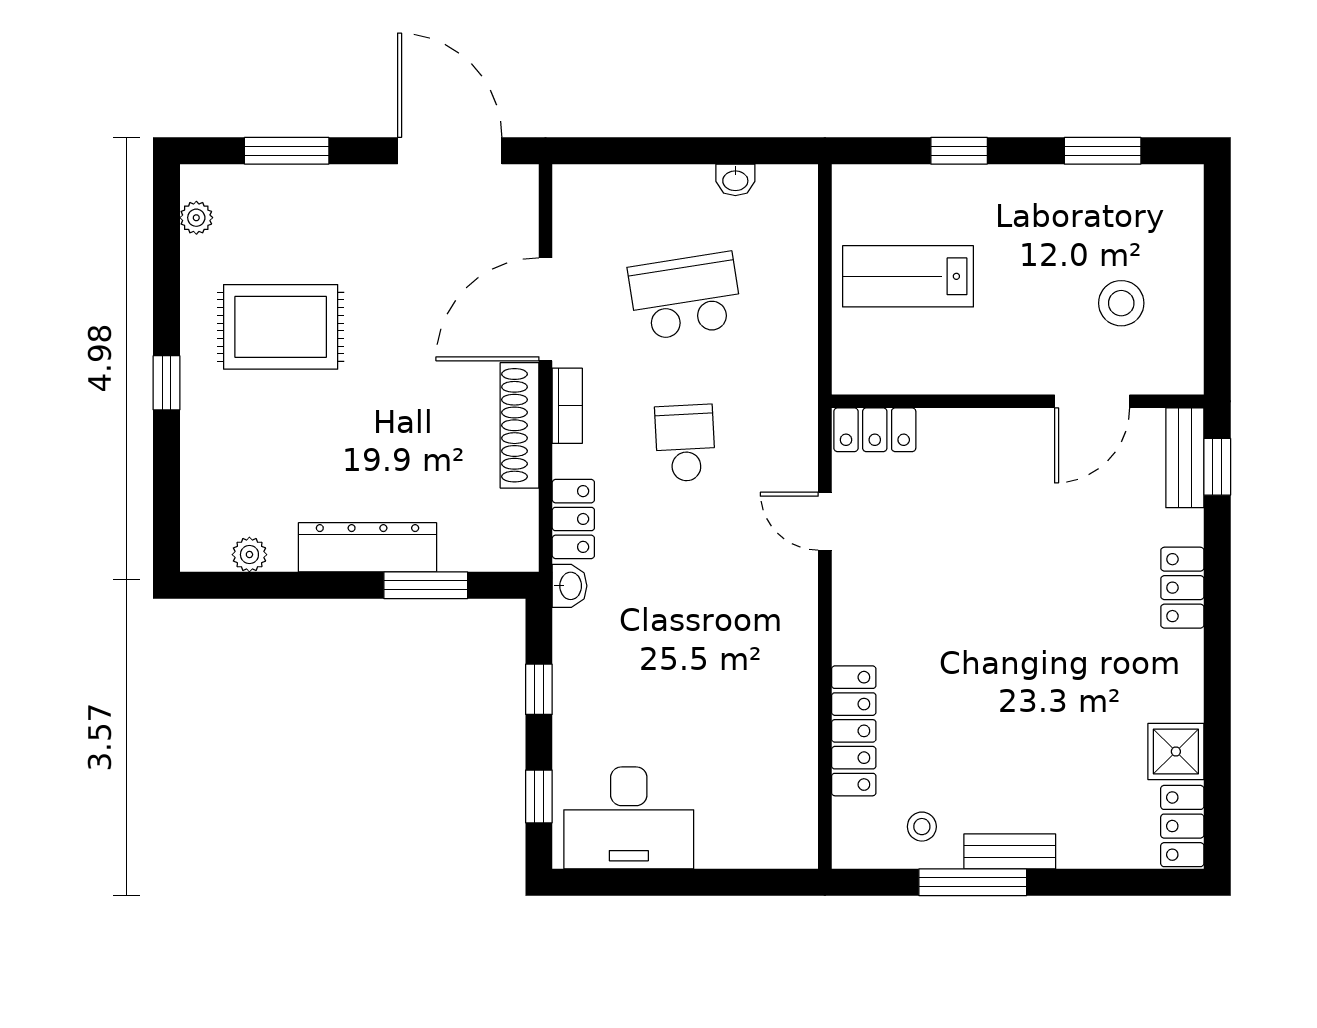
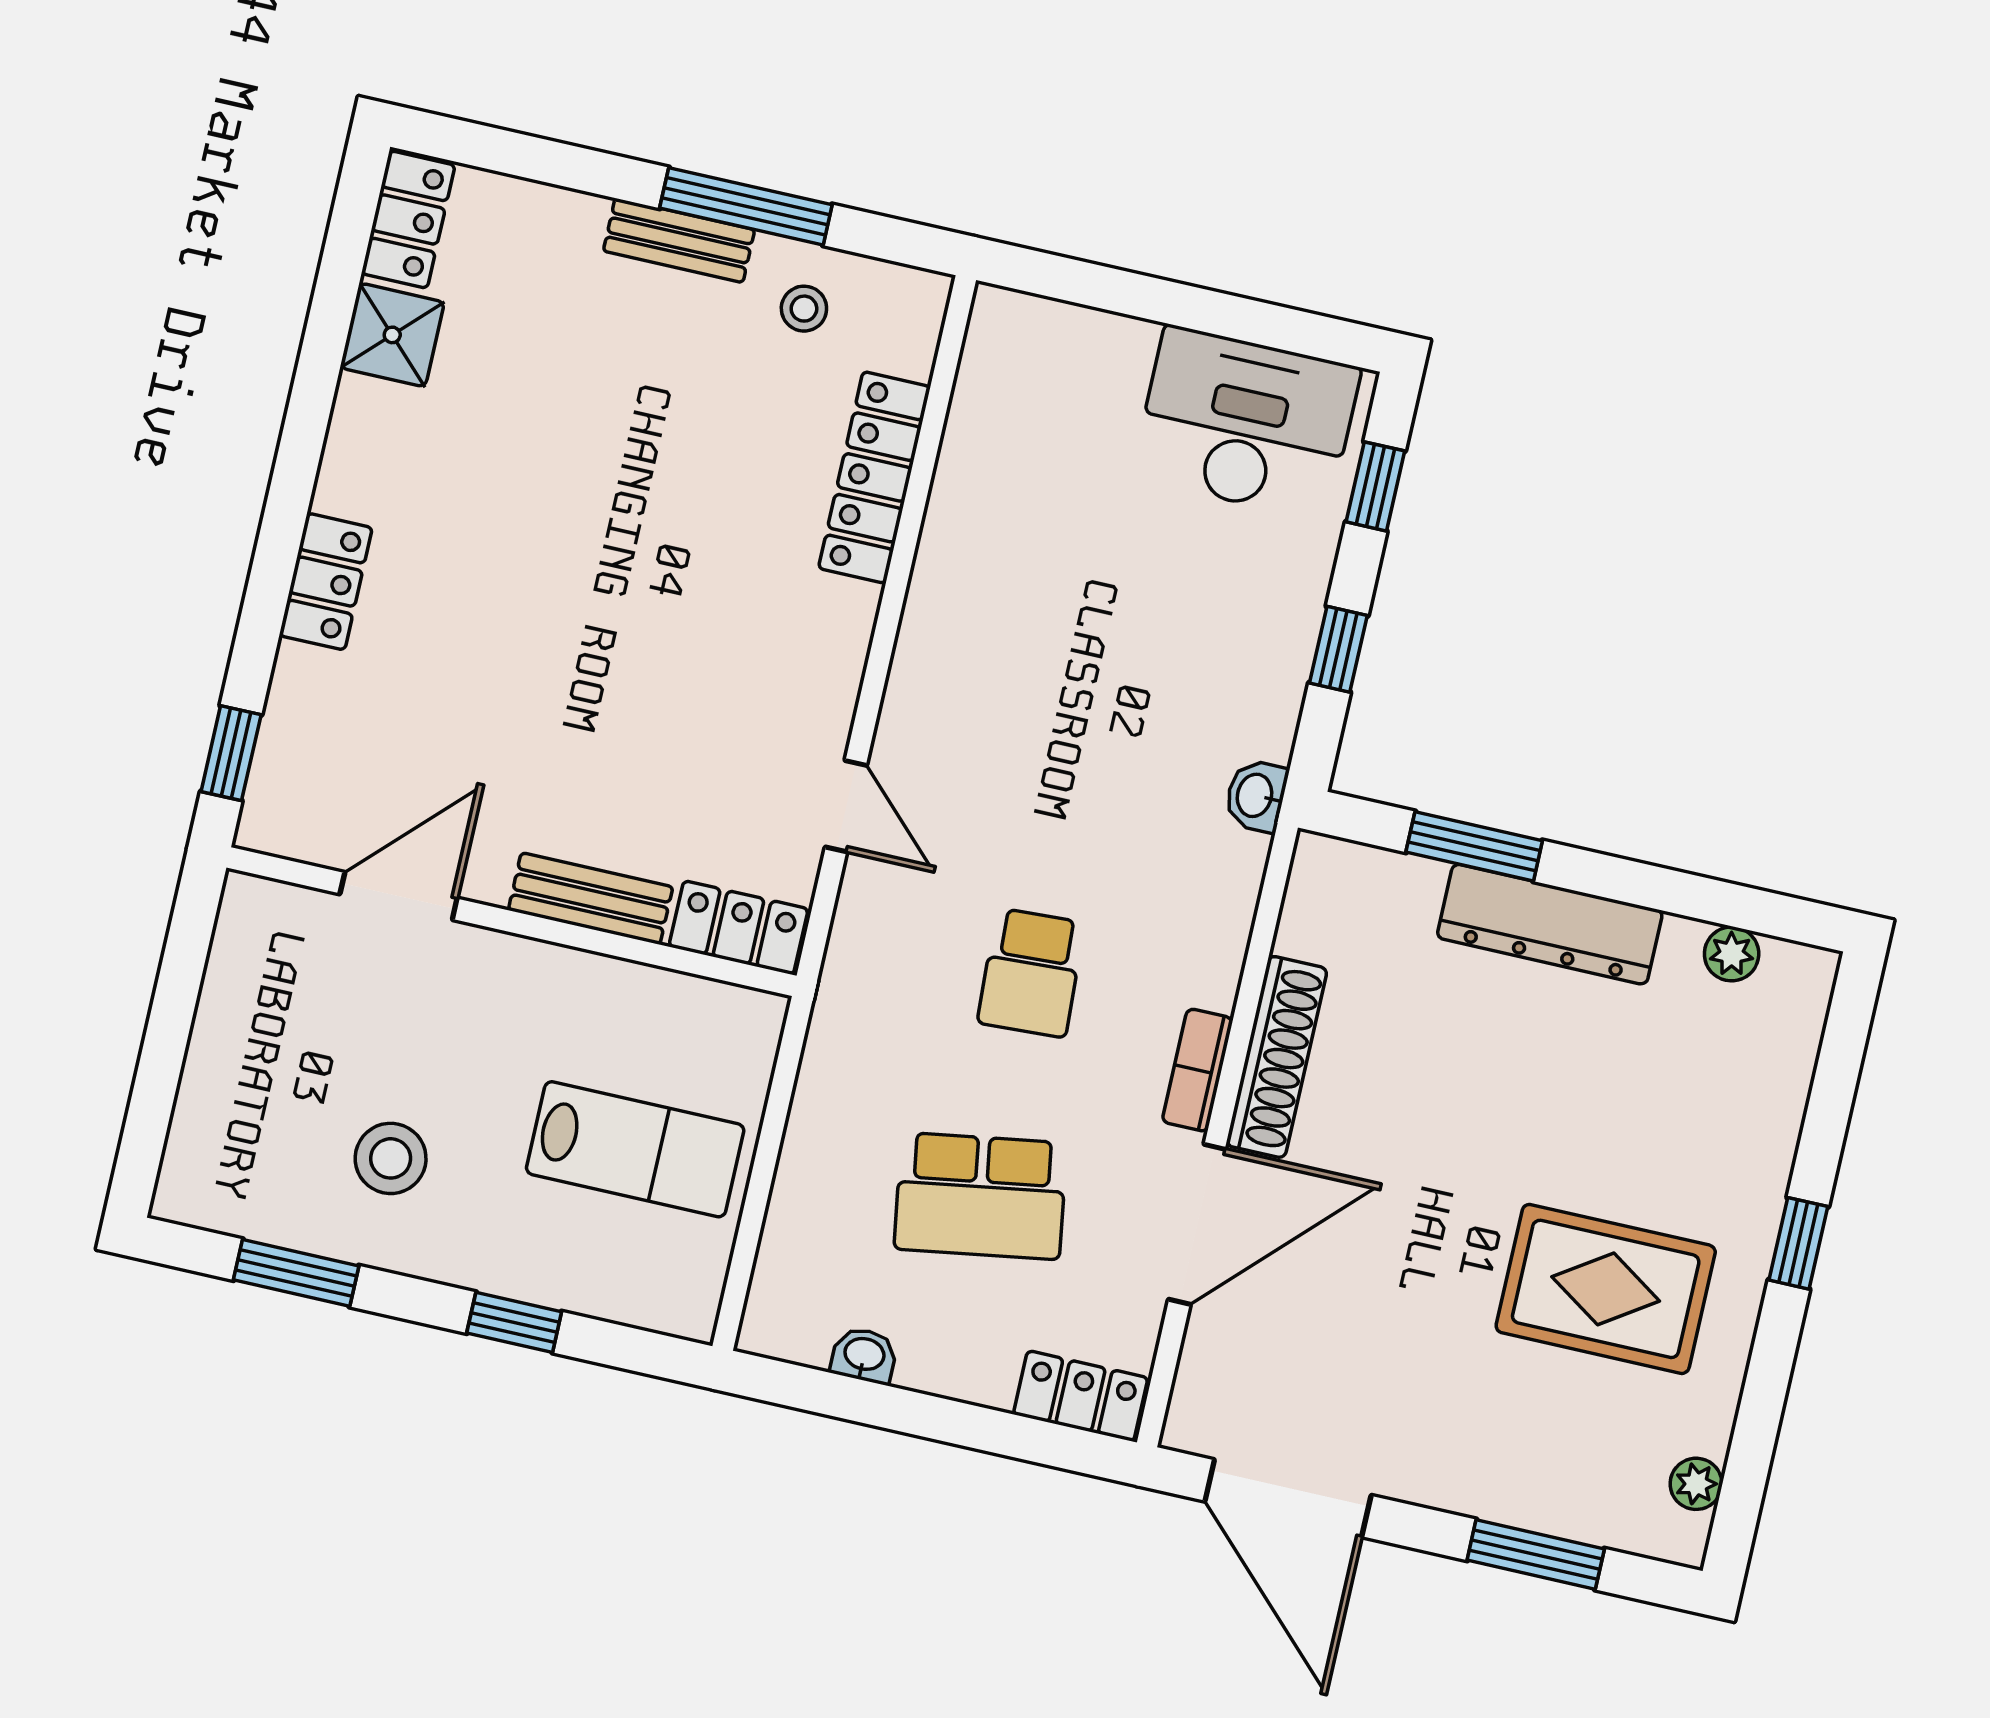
stool: (1121, 303) -> (391, 1158), moved
bench: (1185, 458) -> (591, 899), moved, turned 90
locker: (573, 519) -> (1081, 1396), moved, turned 90

